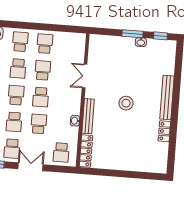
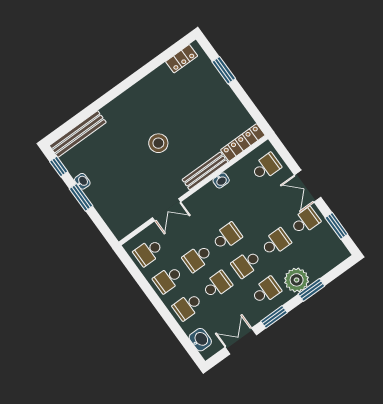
bench: (167, 98) -> (78, 134), moved
school desk: (39, 124) -> (148, 252), moved
locker: (164, 131) -> (182, 59), moved
window: (136, 175) -> (224, 70), added

